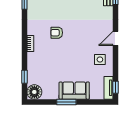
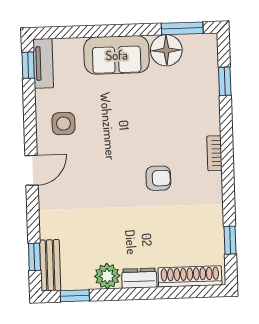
floor lamp: (34, 92) -> (166, 50), moved
window: (66, 102) -> (182, 28), moved

